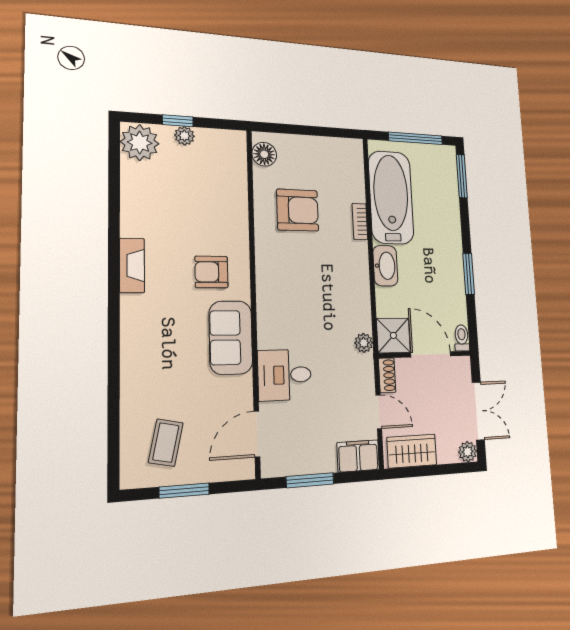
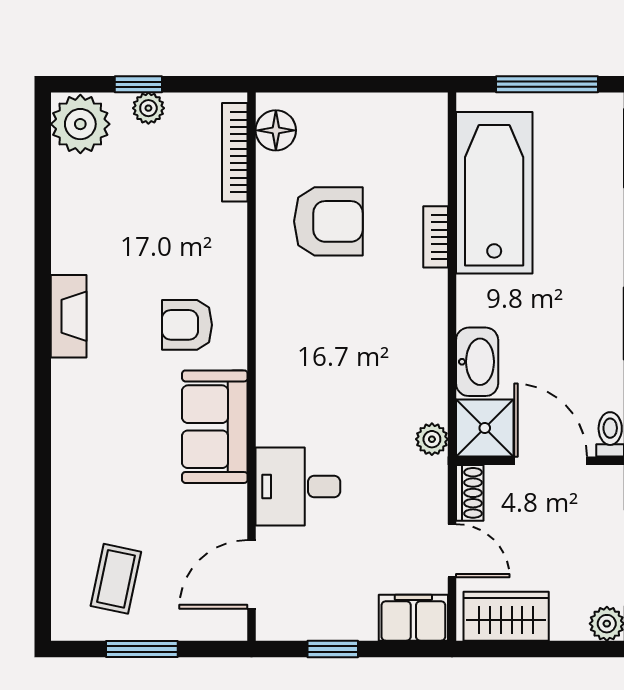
bookcase: (240, 166) -> (235, 152), added
washbasin: (385, 266) -> (477, 362), moved
window: (310, 480) -> (333, 649), width x0.67

